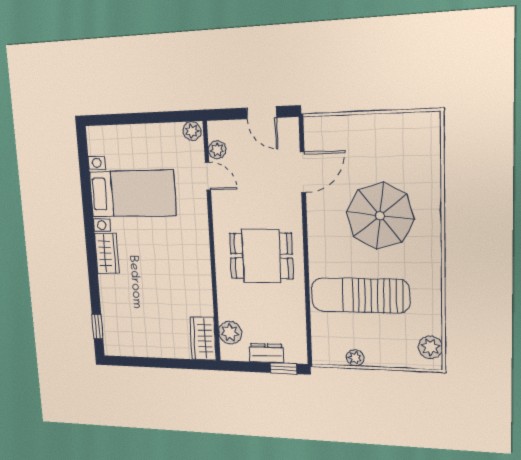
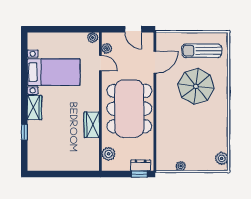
dining table: (261, 256) -> (129, 109), width x1.88, depth x1.24
sun lounger: (360, 295) -> (202, 51), moved, width x0.73, depth x0.75
window: (97, 327) -> (24, 132), moved
wardrobe: (203, 339) -> (92, 125), moved
dresser: (267, 353) -> (141, 165), moved

